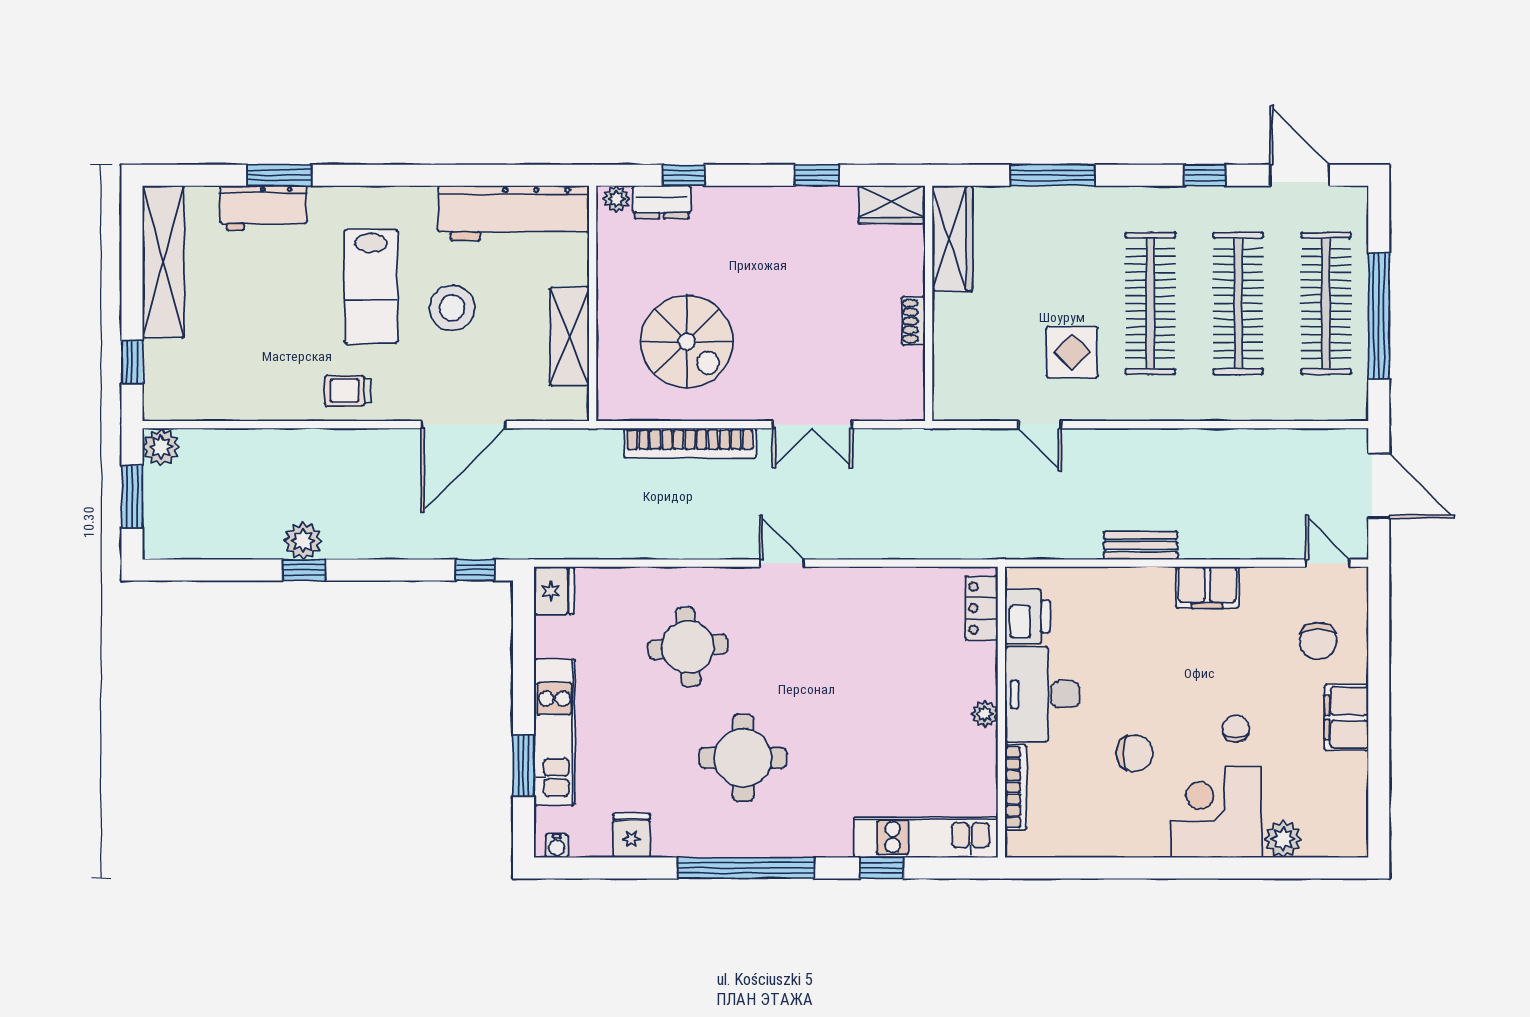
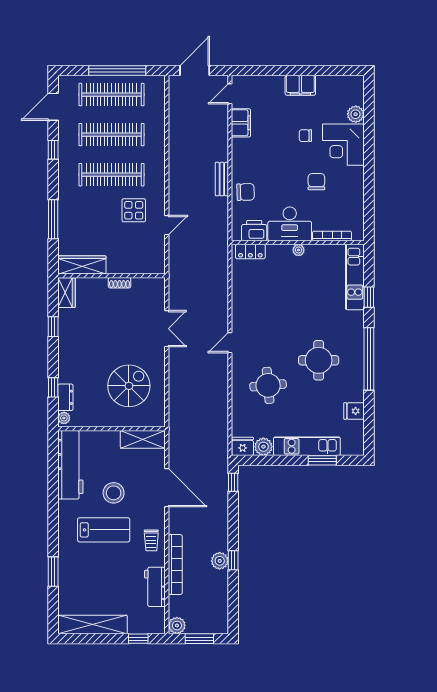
workbench: (263, 208) -> (155, 587), moved, turned 180
shelving: (570, 336) -> (143, 439), moved
bookcase: (690, 443) -> (175, 565), moved
filing cabinet: (1207, 587) -> (241, 123), moved
plant: (553, 637) -> (263, 447), added
chair: (1318, 641) -> (246, 192), moved
water cooler: (557, 846) -> (359, 445), removed

